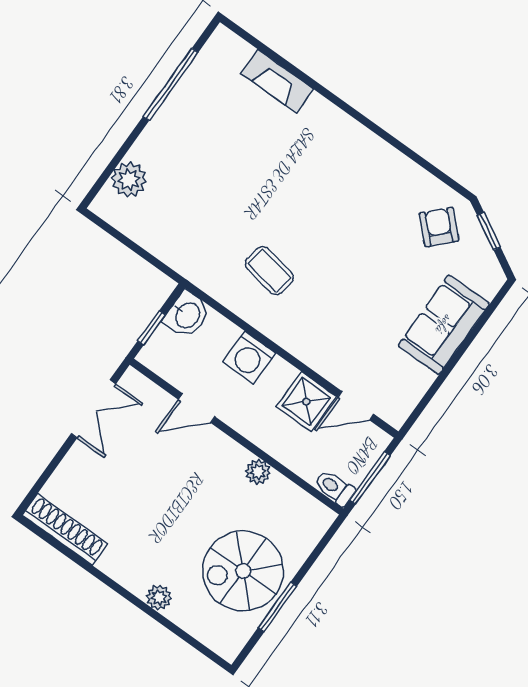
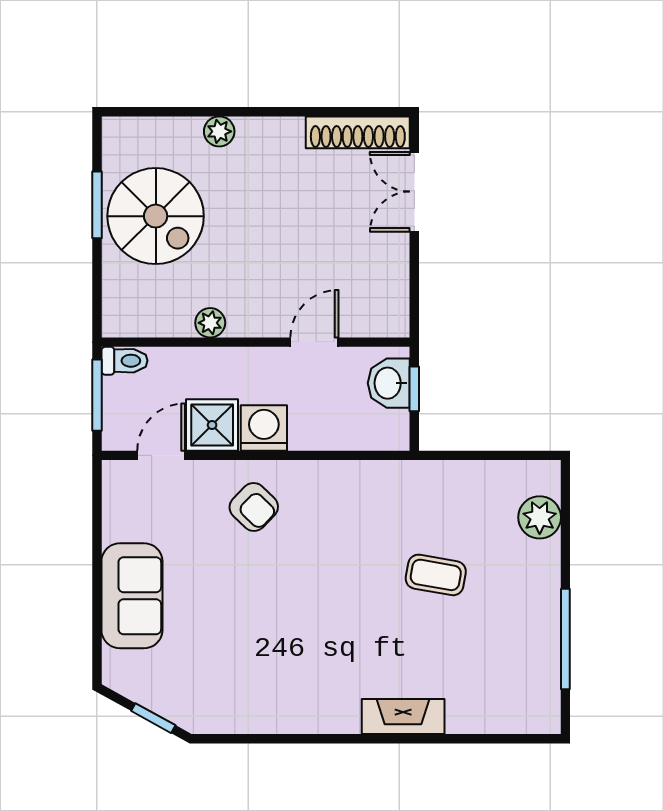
fireplace: (277, 81) -> (403, 717), moved
armchair: (439, 227) -> (254, 507), moved
coffee table: (269, 271) -> (436, 575), moved
washbasin: (187, 315) -> (389, 383), moved
washing machine: (249, 358) -> (264, 428), moved
double door: (93, 409) -> (414, 192), moved
spiral stairs: (243, 571) -> (156, 216), turned 90

